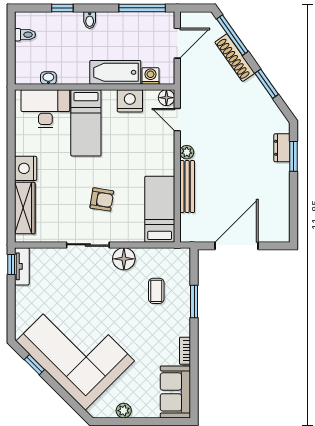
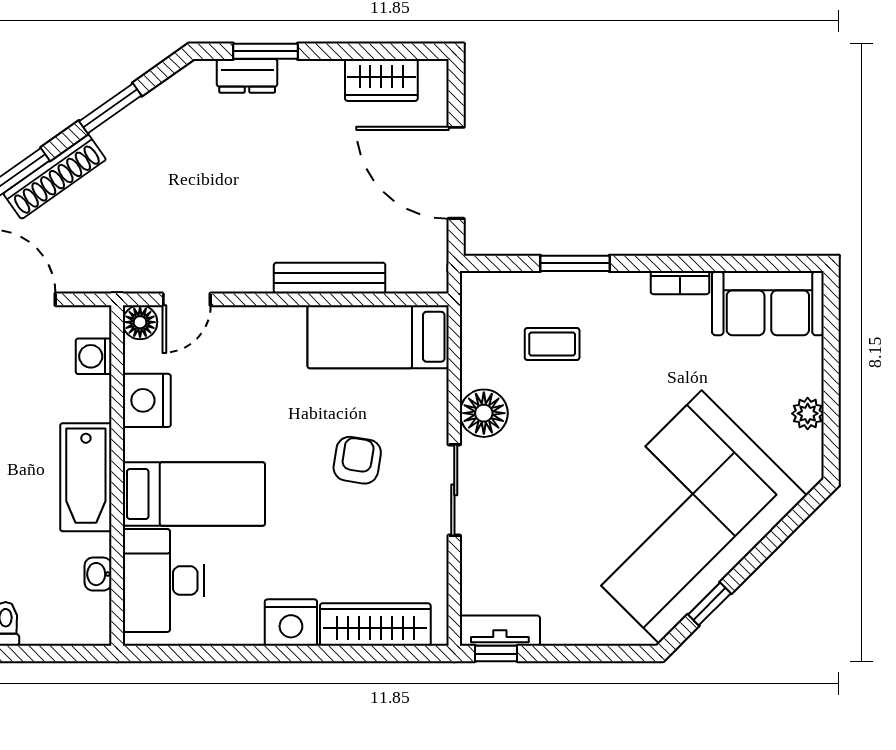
bathtub: (115, 72) -> (86, 477), moved
plant: (187, 152) -> (256, 279), removed
wardrobe: (280, 211) -> (381, 80), added

